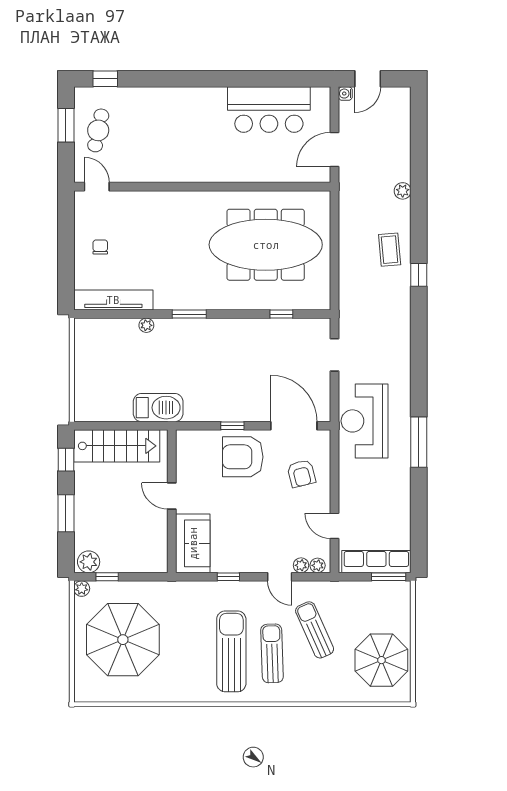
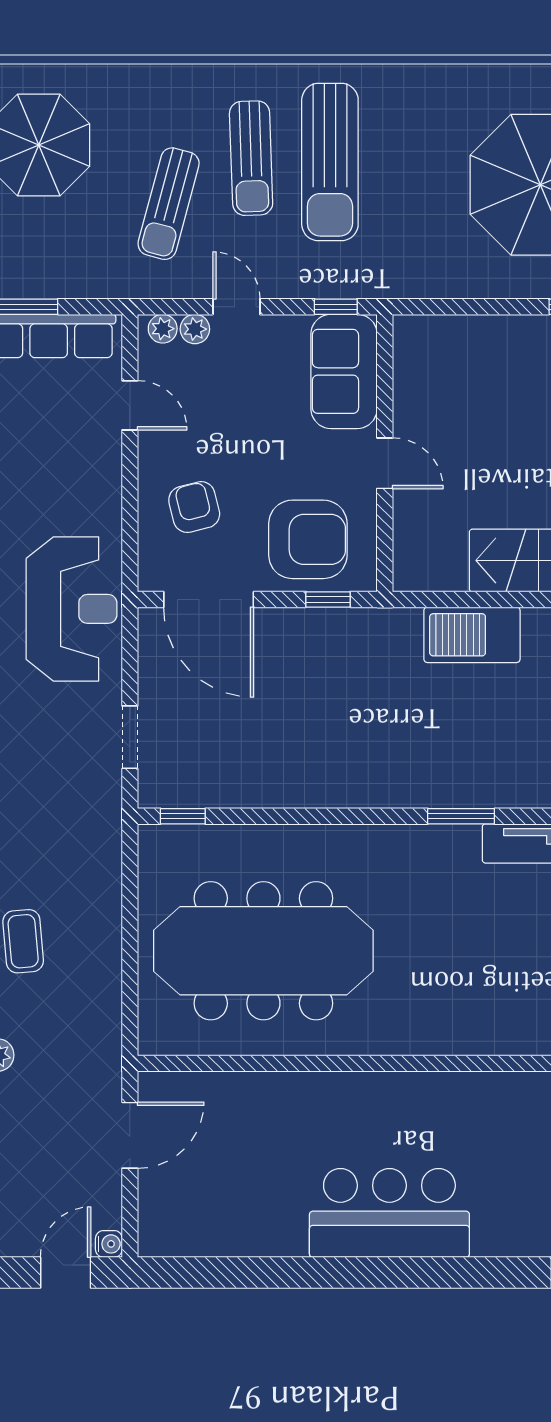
bar counter: (269, 110) -> (389, 1213), moved
window: (189, 314) -> (461, 816), moved
window: (281, 314) -> (183, 816), moved
plant: (146, 325) -> (495, 794), removed
door: (172, 496) -> (385, 463), moved
wall: (172, 501) -> (385, 453), moved
sofa: (193, 543) -> (344, 371), moved
sun lounger: (315, 630) -> (169, 204), turned 39

